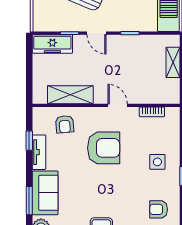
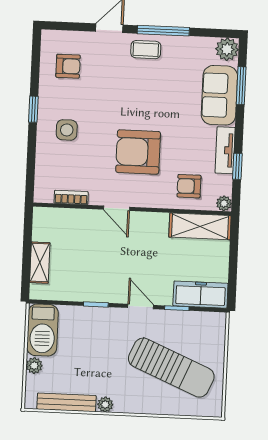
shelving: (70, 95) -> (200, 226), moved
plant: (38, 113) -> (224, 203), added
armchair: (65, 124) -> (189, 186), turned -85

